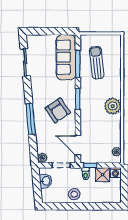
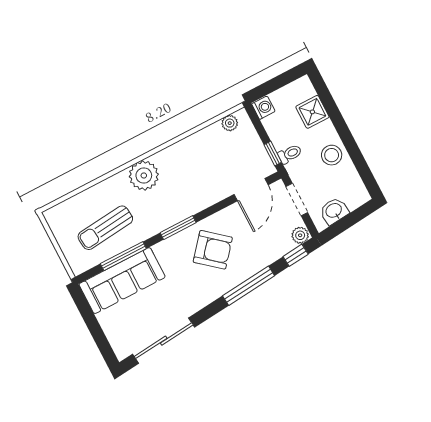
sliding door: (25, 62) -> (164, 341), width x1.37
plant: (113, 106) -> (144, 176), moved
armchair: (58, 110) -> (213, 250), turned 74
window: (34, 150) -> (296, 255), added
shower: (103, 175) -> (312, 112), moved

